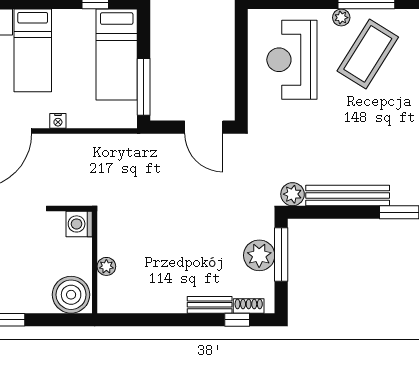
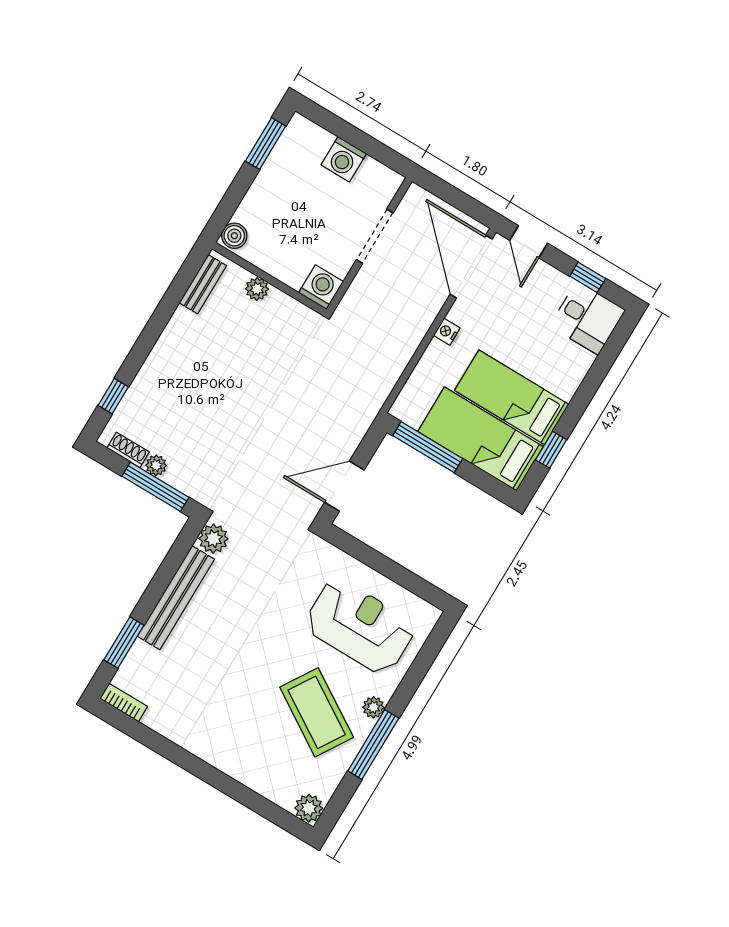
bed: (33, 50) -> (512, 397), moved
plant: (259, 255) -> (156, 465), width x0.53, depth x0.53
boiler: (71, 295) -> (234, 236), width x0.54, depth x0.54
bench: (210, 305) -> (203, 284), moved
shoe rack: (249, 306) -> (128, 450), moved, turned -90

